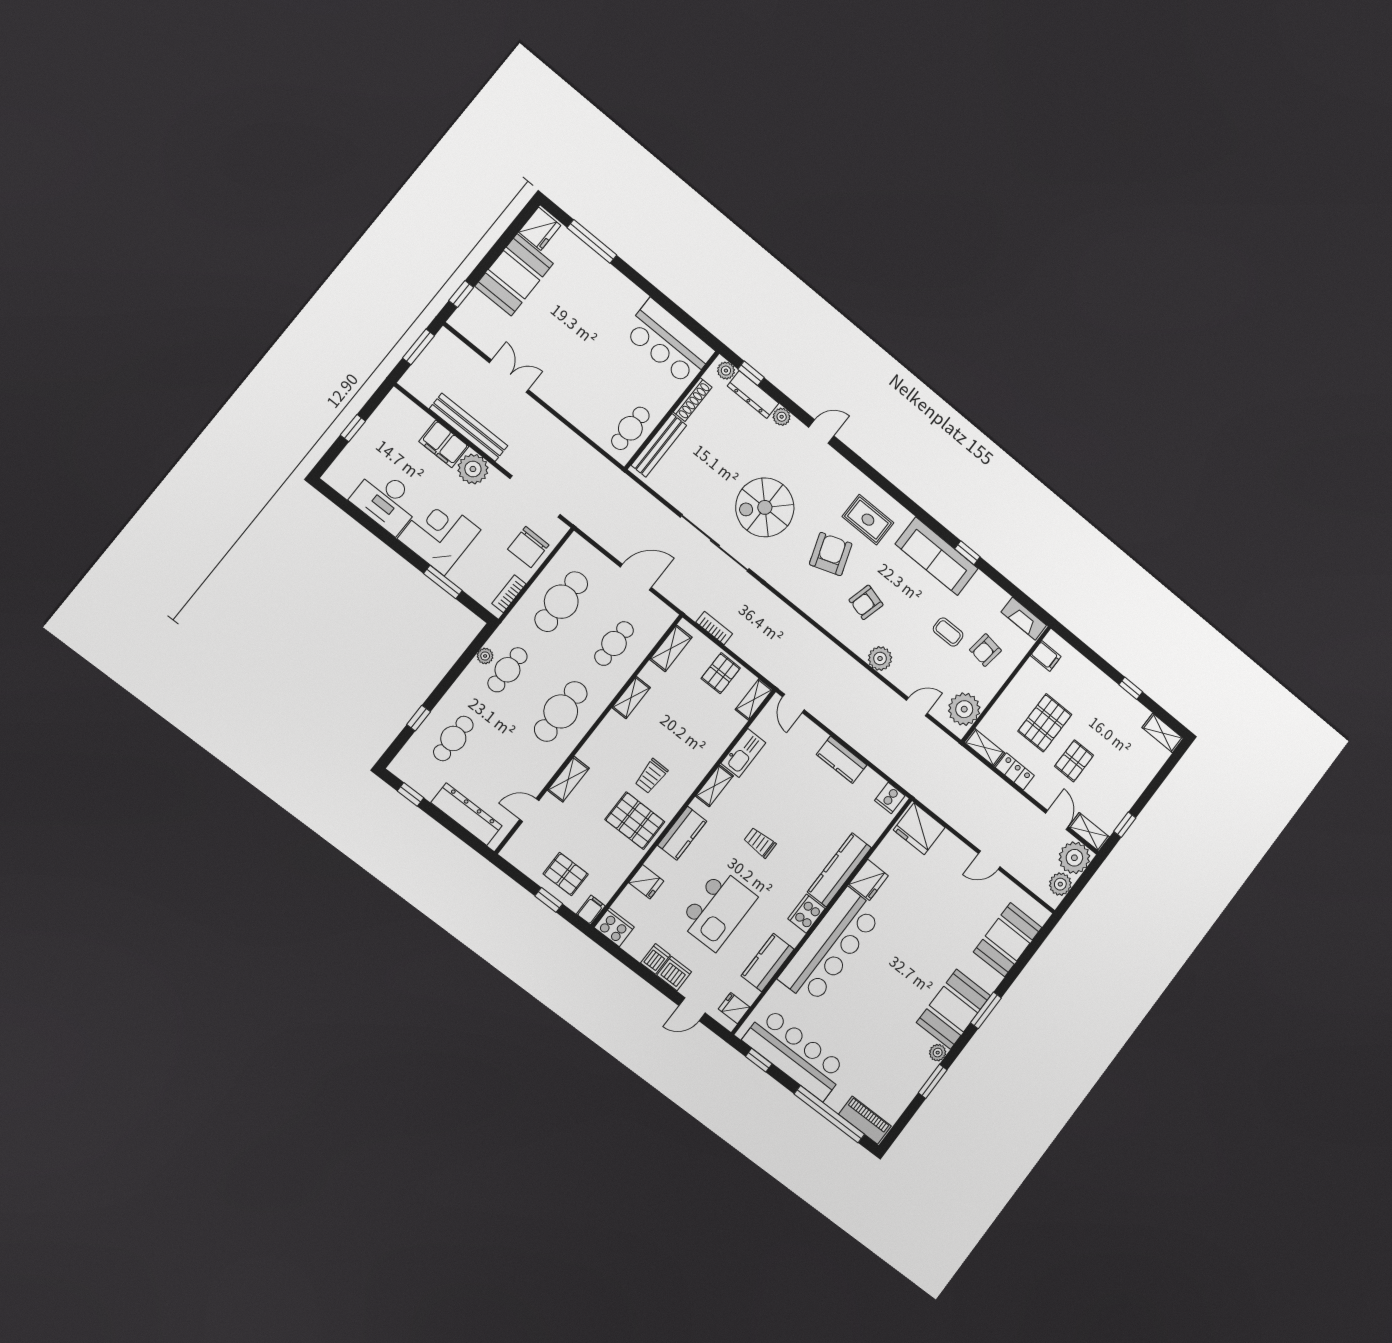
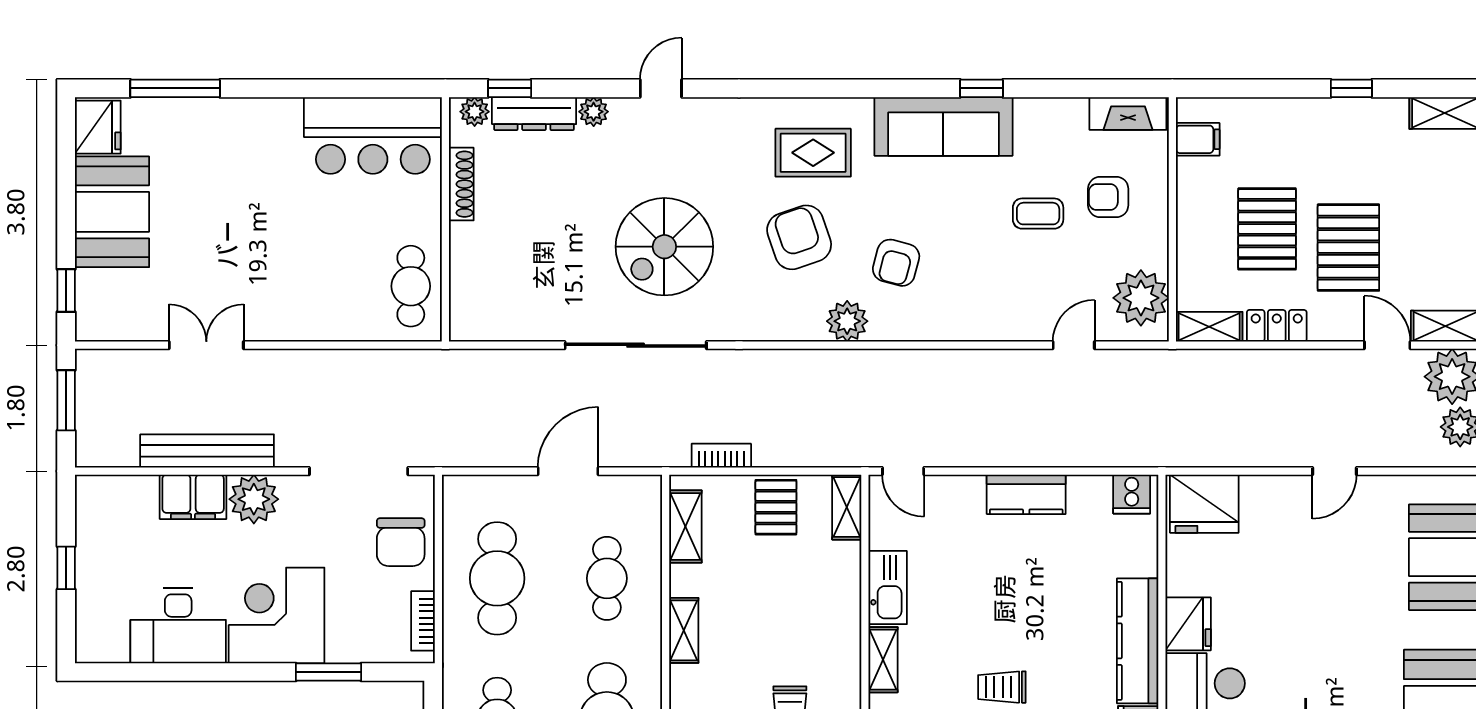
bench: (659, 445) -> (464, 278), removed
armchair: (985, 650) -> (1108, 197), turned 82
plant: (880, 658) -> (847, 321), moved
pallet: (1074, 761) -> (1348, 248), width x1.50, depth x1.42

